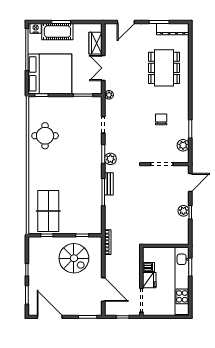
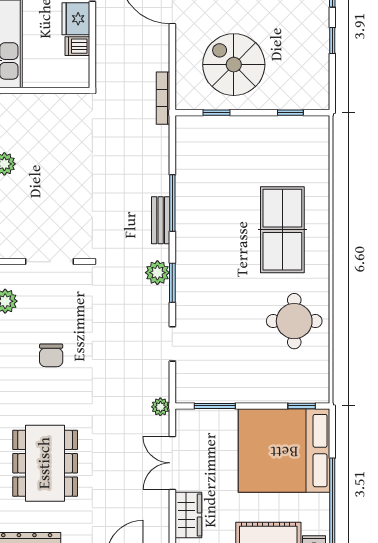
double door: (103, 68) -> (172, 463), swing flipped
table tennis table: (48, 211) -> (282, 230), moved

